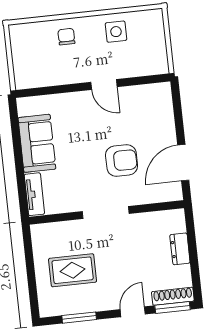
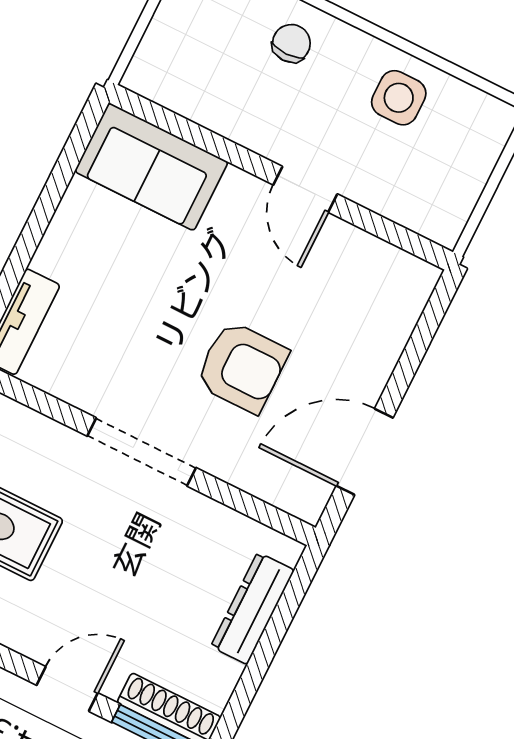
sofa: (37, 143) -> (151, 167), moved, turned 90
dresser: (180, 249) -> (253, 608), width x1.44

